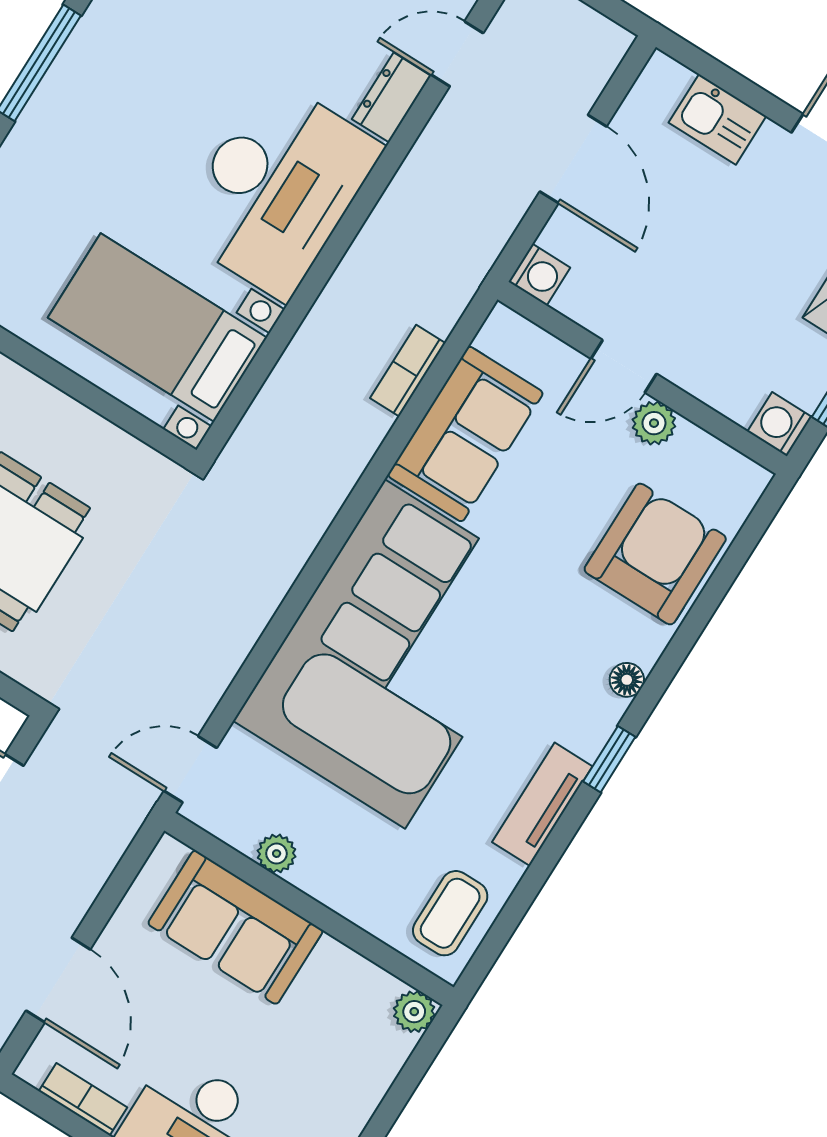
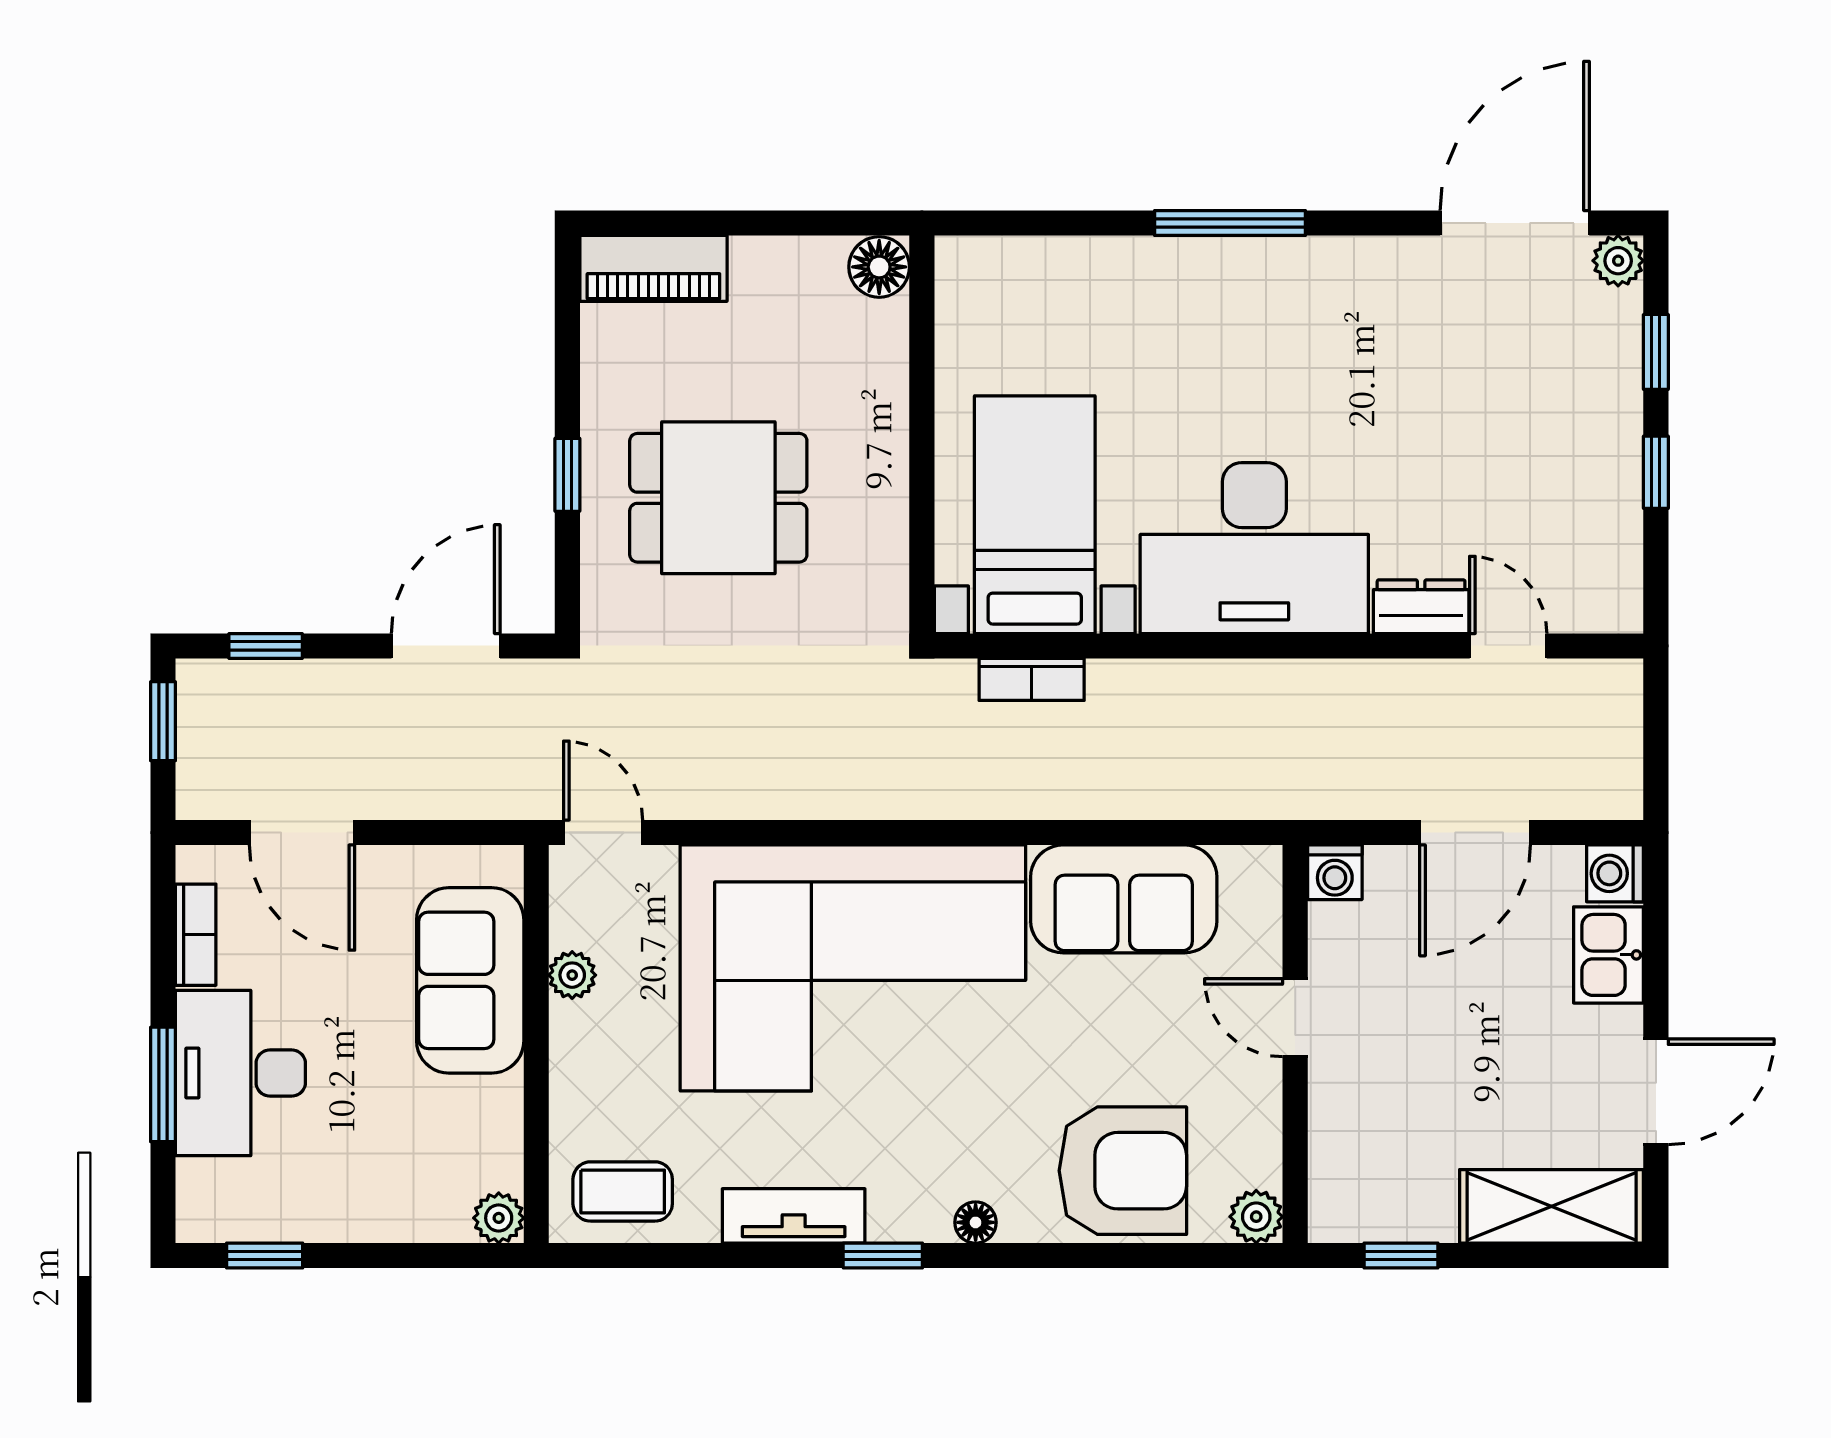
bookcase: (408, 371) -> (1032, 679), moved, turned 180
plant: (654, 423) -> (1256, 1217), moved
washing machine: (780, 424) -> (1615, 873), moved, turned -90
door: (58, 980) -> (302, 833), hinge flipped

